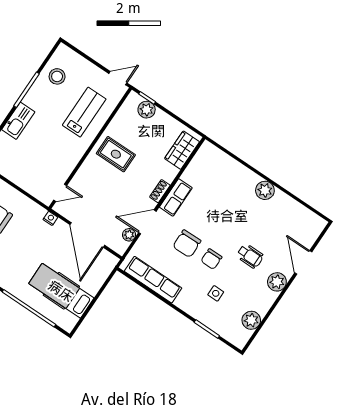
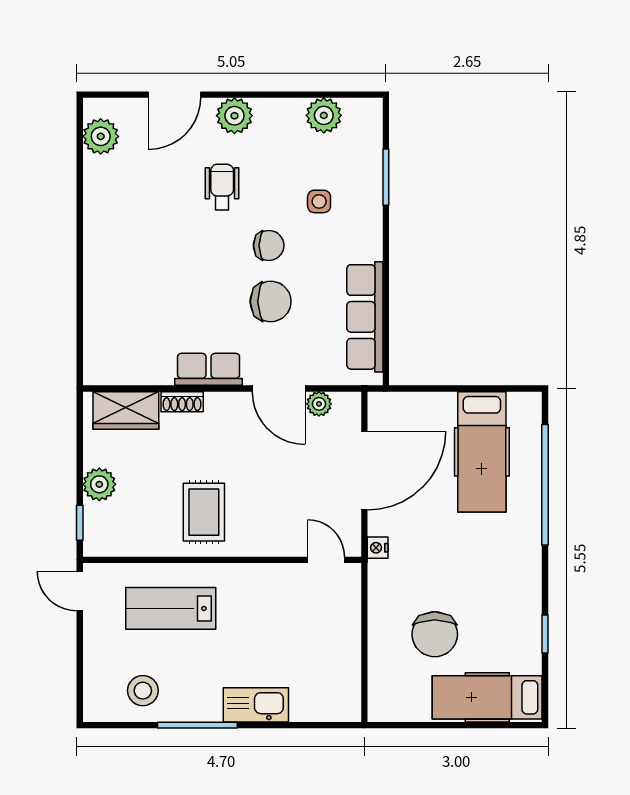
plant: (147, 110) -> (99, 484), moved
plant: (265, 190) -> (101, 136), moved
shoe rack: (160, 191) -> (182, 402), moved

